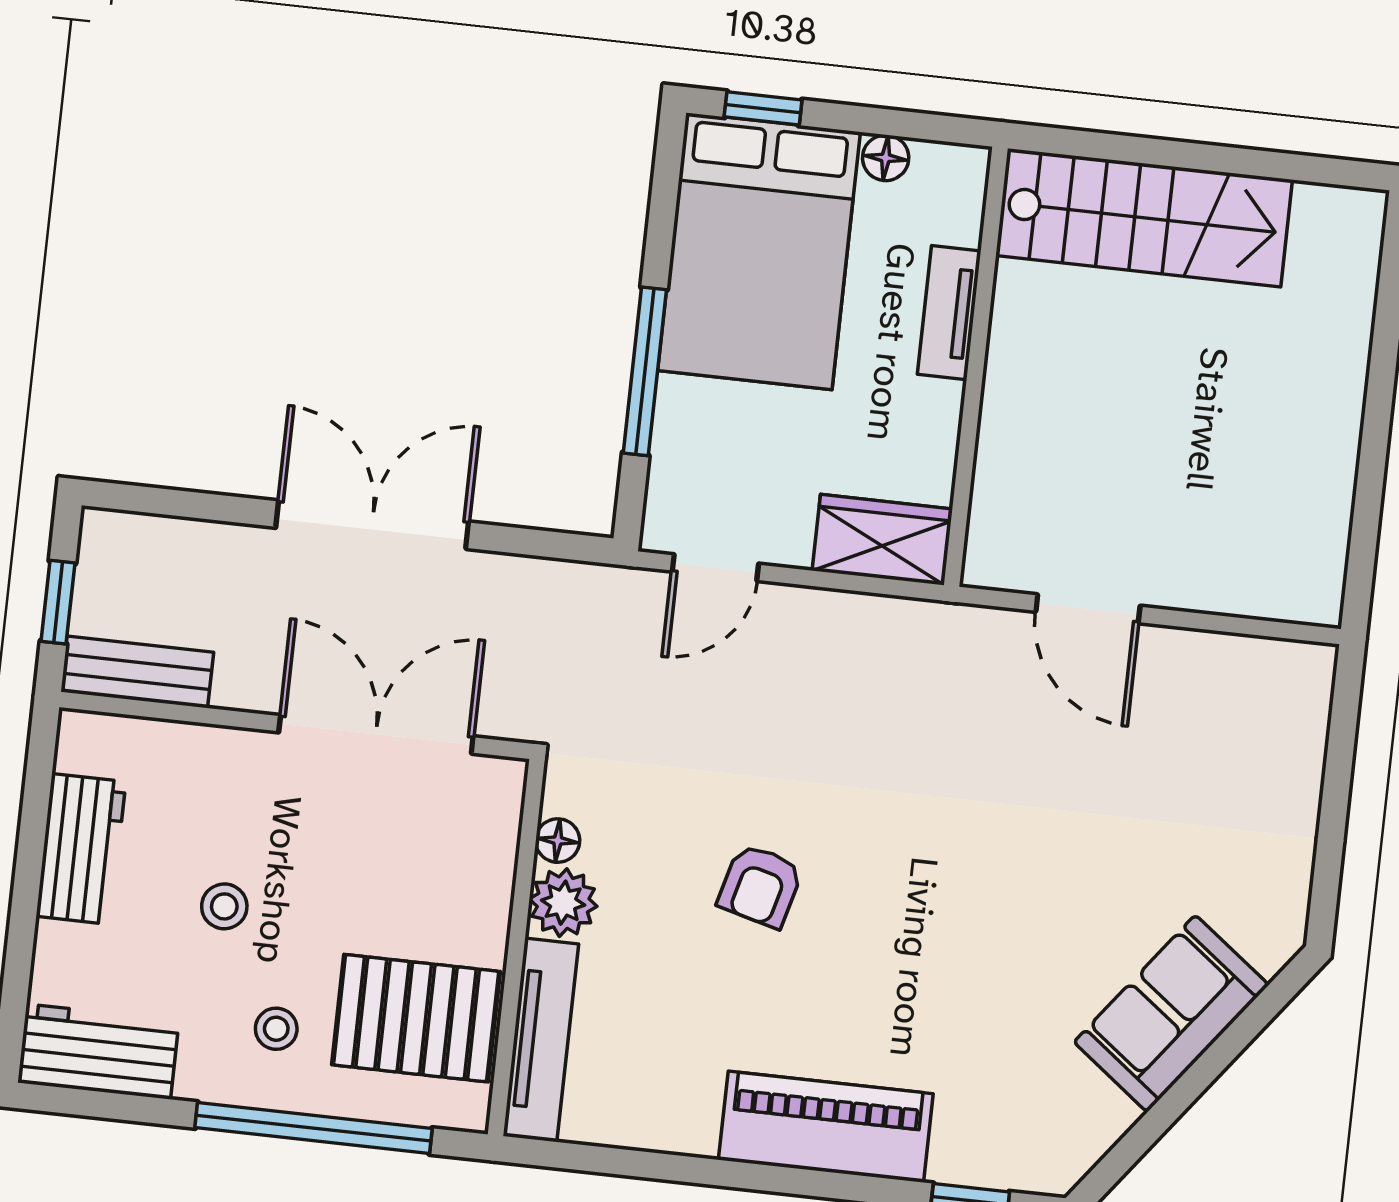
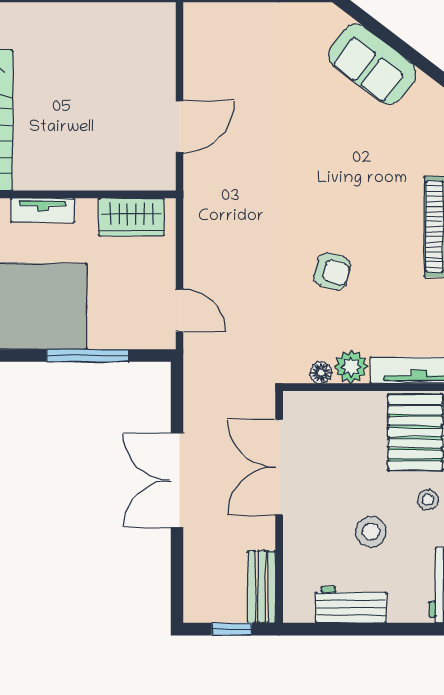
wardrobe: (882, 540) -> (131, 217), moved, turned -90
stool: (224, 906) -> (371, 532), width x1.37, depth x1.37

